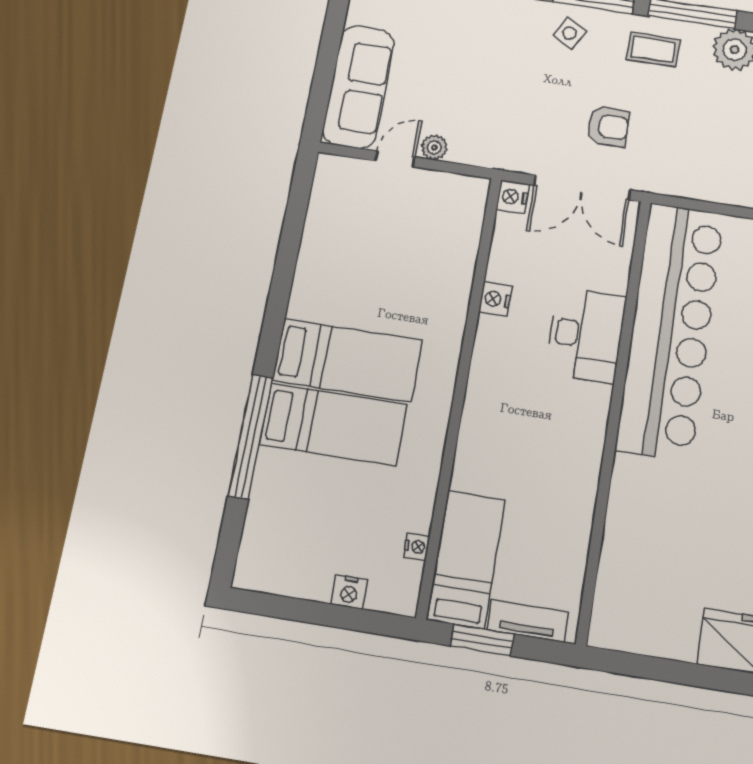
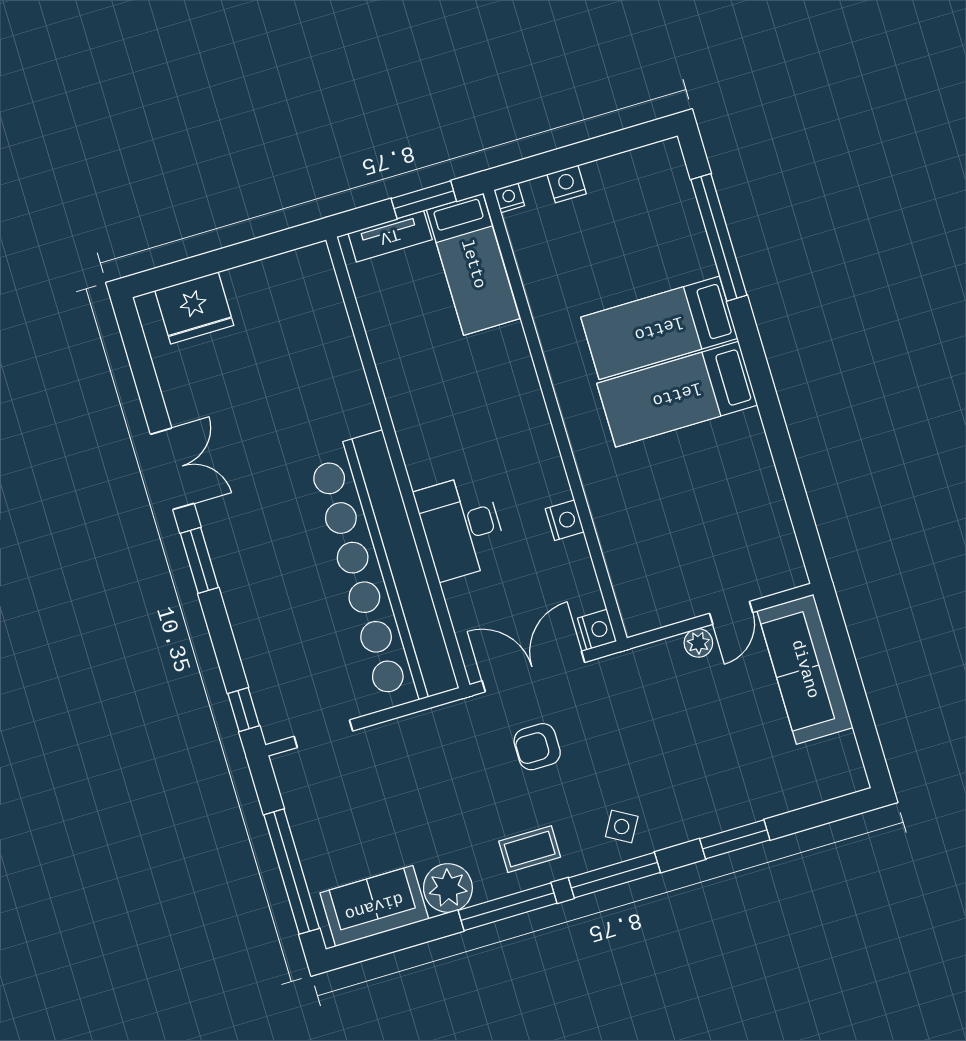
window: (250, 437) -> (719, 237), moved
nightstand: (416, 547) -> (509, 198), moved, turned 90

